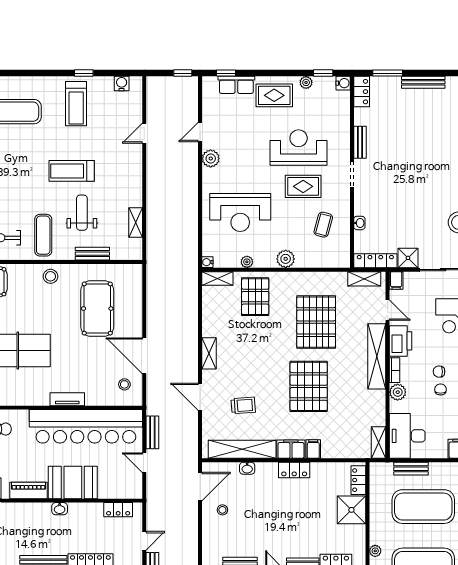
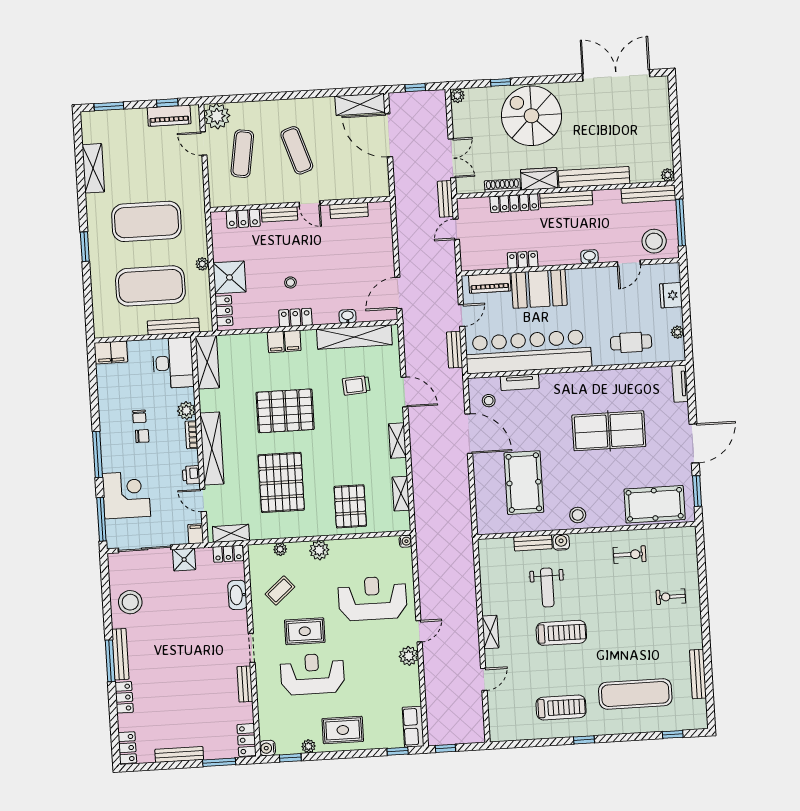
window: (84, 73) -> (584, 740), moved
water cooler: (122, 83) -> (561, 542), moved, turned 180
row of seats: (236, 85) -> (413, 727), moved, turned -90
treadmill: (76, 104) -> (561, 707), turned 90
door: (200, 132) -> (419, 631), moved
reception desk: (299, 147) -> (312, 674), turned 180
shelving: (136, 222) -> (490, 632), moved
washbasin: (359, 223) -> (237, 595), width x1.91, depth x1.45
coffee table: (323, 225) -> (280, 590), turned 34
exercise mat: (43, 235) -> (588, 560), removed
locker: (375, 261) -> (228, 554), width x0.66
plant: (247, 262) -> (280, 549), moved
shelving: (217, 278) -> (401, 494), moved, turned 90
printer: (400, 341) -> (191, 475), width x0.53, depth x0.68
pallet: (309, 386) -> (285, 411), turned 90
tv unit: (67, 399) -> (520, 382), moved
shelving: (379, 443) -> (207, 362), width x1.50, depth x1.33
filing cabinet: (291, 449) -> (293, 341), width x0.50
door: (144, 463) -> (462, 316), hinge flipped
bench: (411, 469) -> (173, 326), width x1.36
piano: (29, 490) -> (490, 283), moved
washbasin: (60, 509) -> (589, 257), moved
locker: (118, 510) -> (523, 260), moved
stool: (222, 510) -> (290, 282), moved
plant: (375, 551) -> (202, 264), moved

